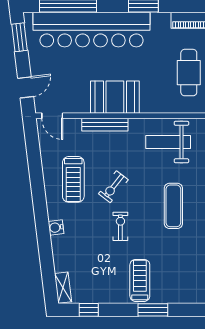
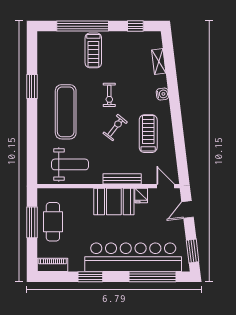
fridge: (82, 104) -> (141, 195), added
exercise mat: (173, 206) -> (66, 112), width x1.36, depth x1.45
shelving: (63, 288) -> (159, 62), moved
window: (153, 310) -> (83, 26), width x2.11

